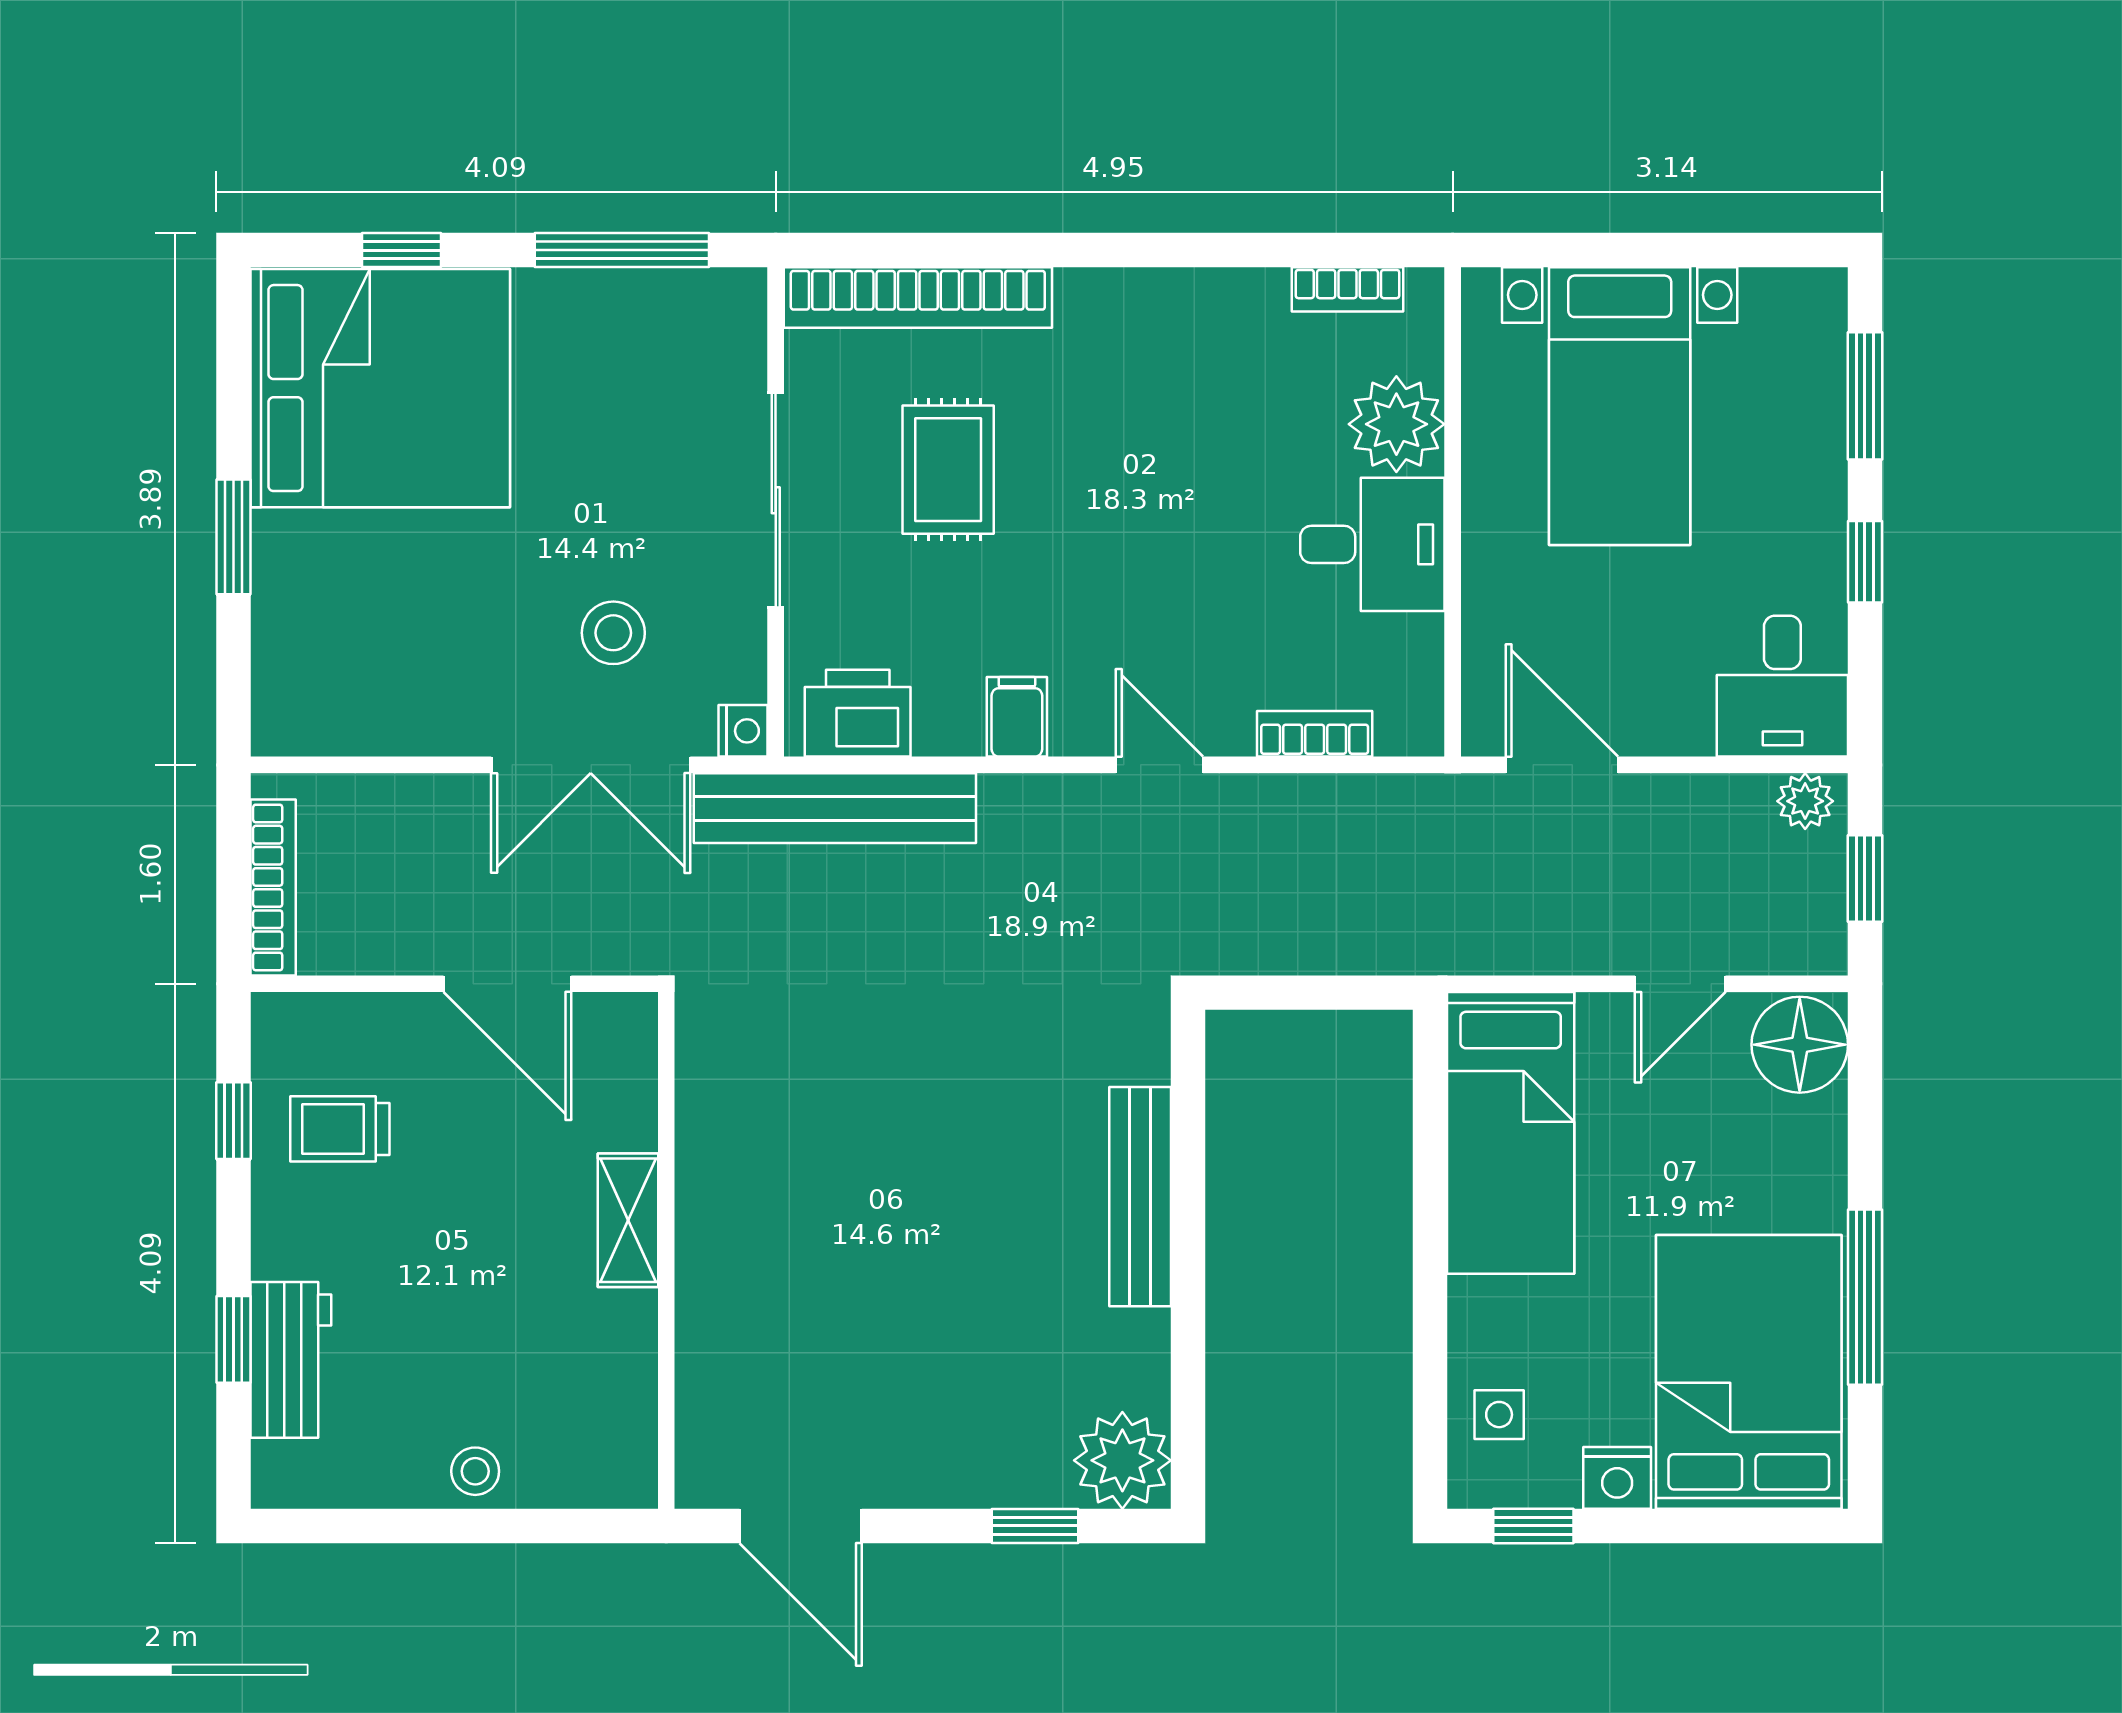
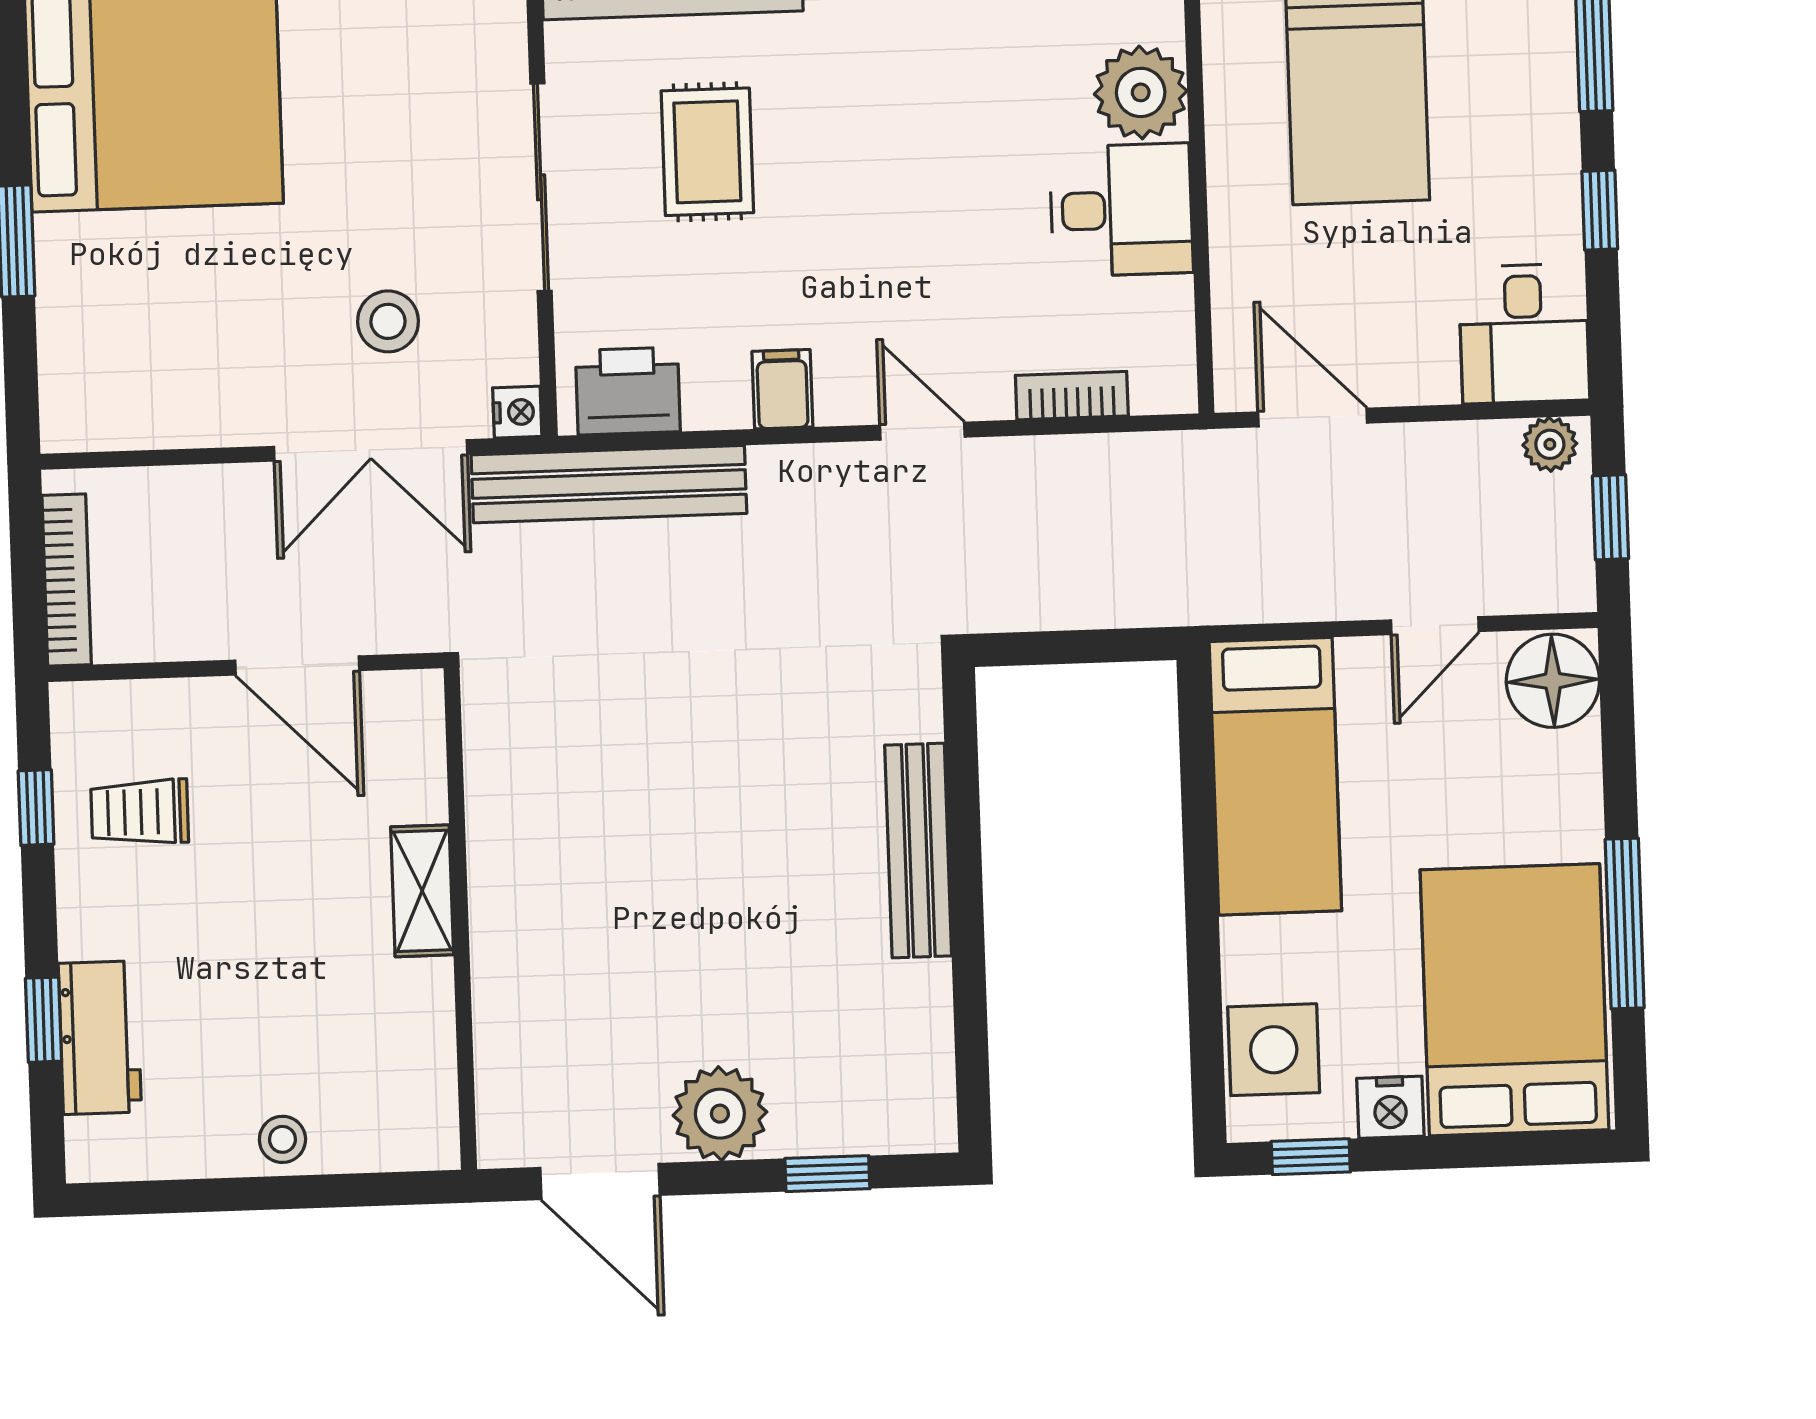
side table: (1499, 1415) -> (1274, 1050), width x1.87, depth x1.87
plant: (1122, 1460) -> (720, 1114), moved

